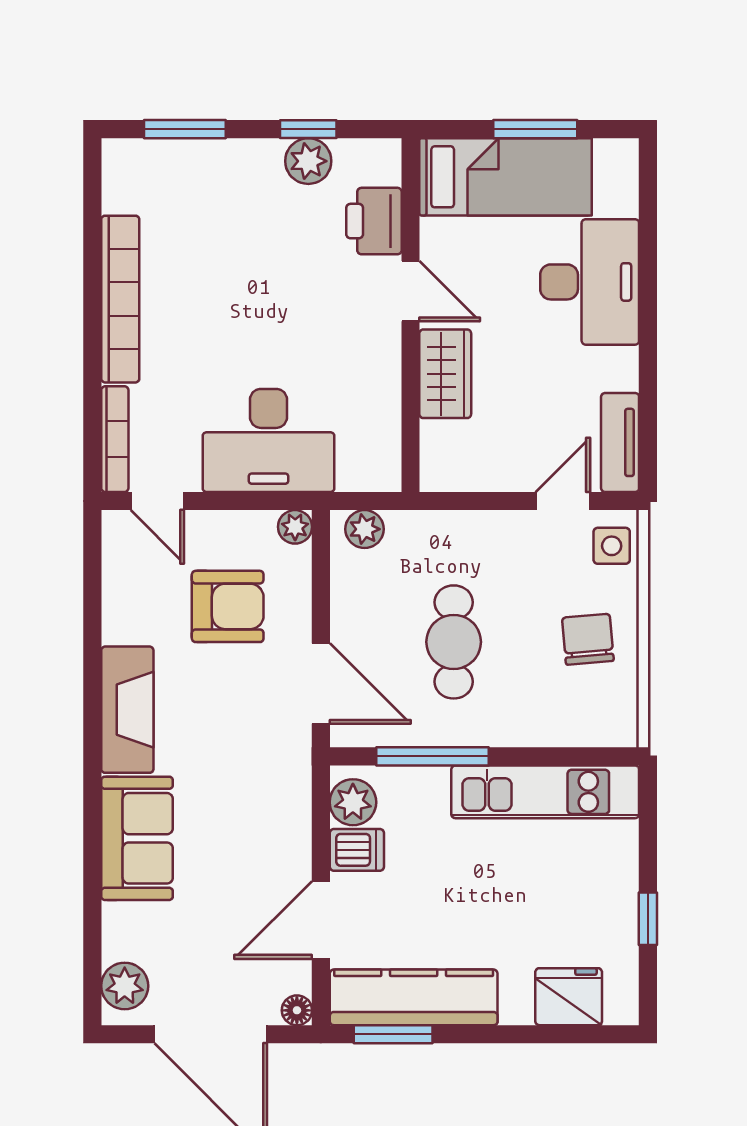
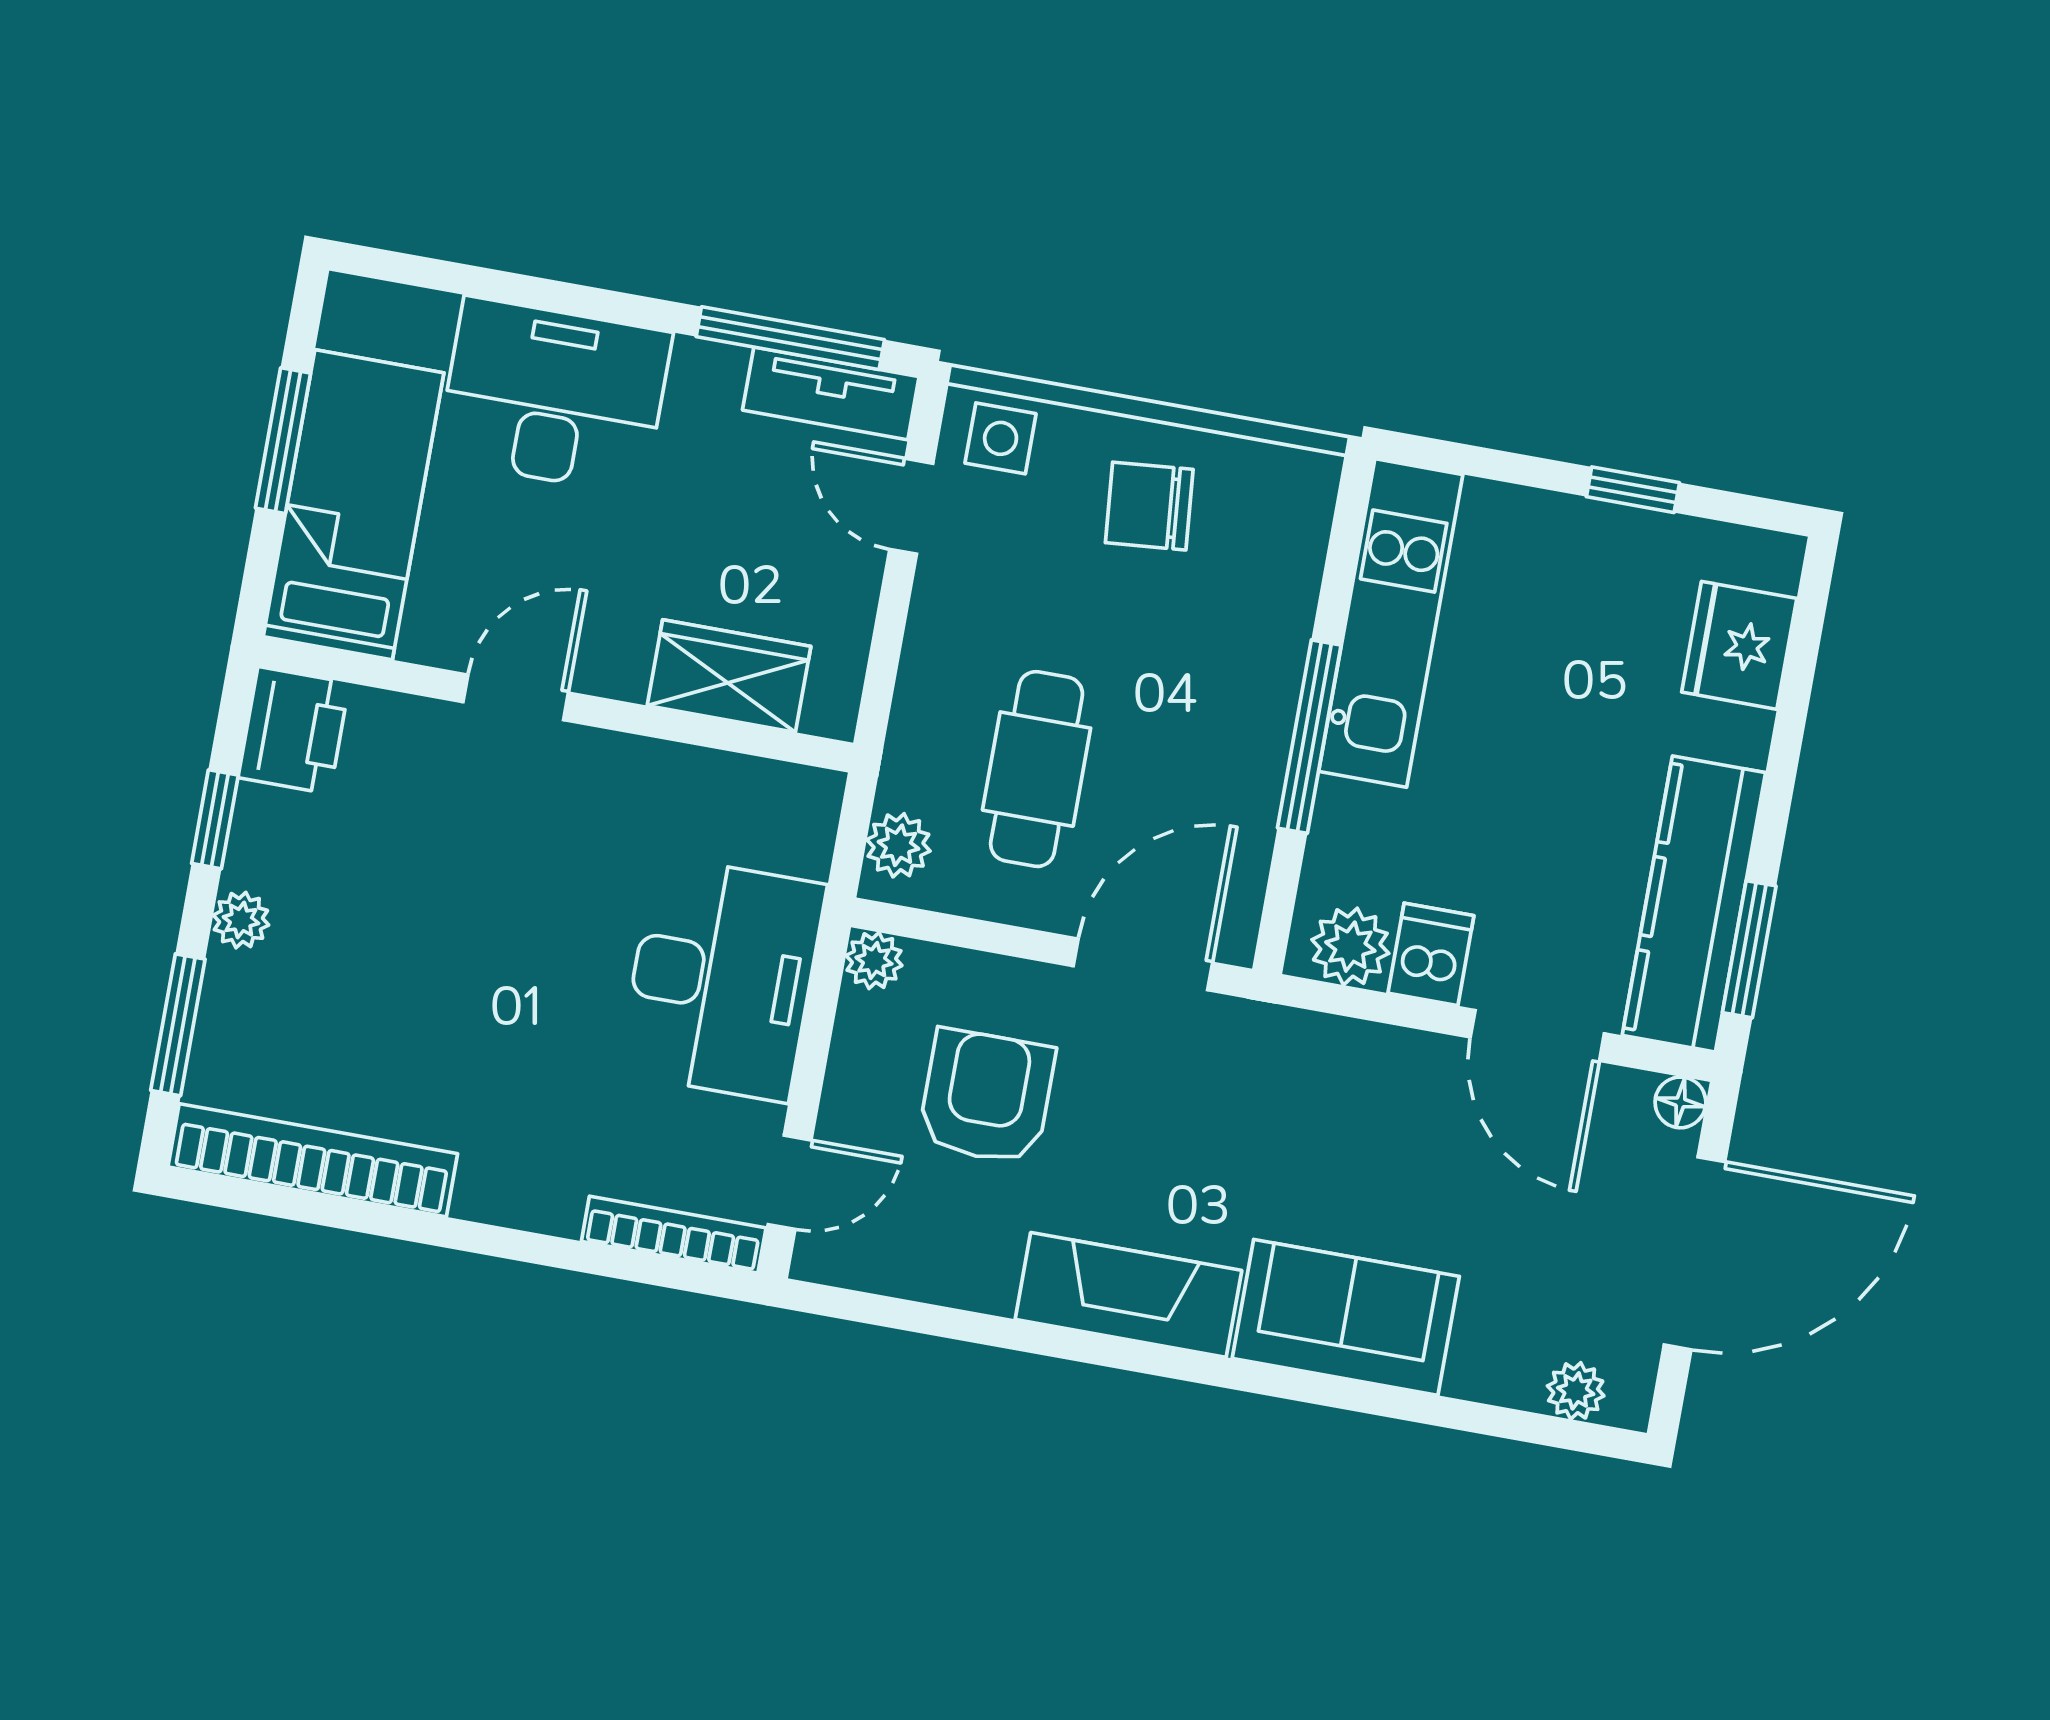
plant: (308, 161) -> (241, 920), moved, width x0.73, depth x0.73
printer: (374, 221) -> (294, 730), moved, turned -90
bookcase: (120, 299) -> (313, 1160), moved
wardrobe: (445, 374) -> (729, 676), moved
window: (648, 413) -> (790, 338), added
cafe table: (454, 642) -> (1037, 769), moved, turned 90
window: (433, 756) -> (1309, 737), moved
plant: (125, 986) -> (1576, 1391), width x0.73, depth x0.73

